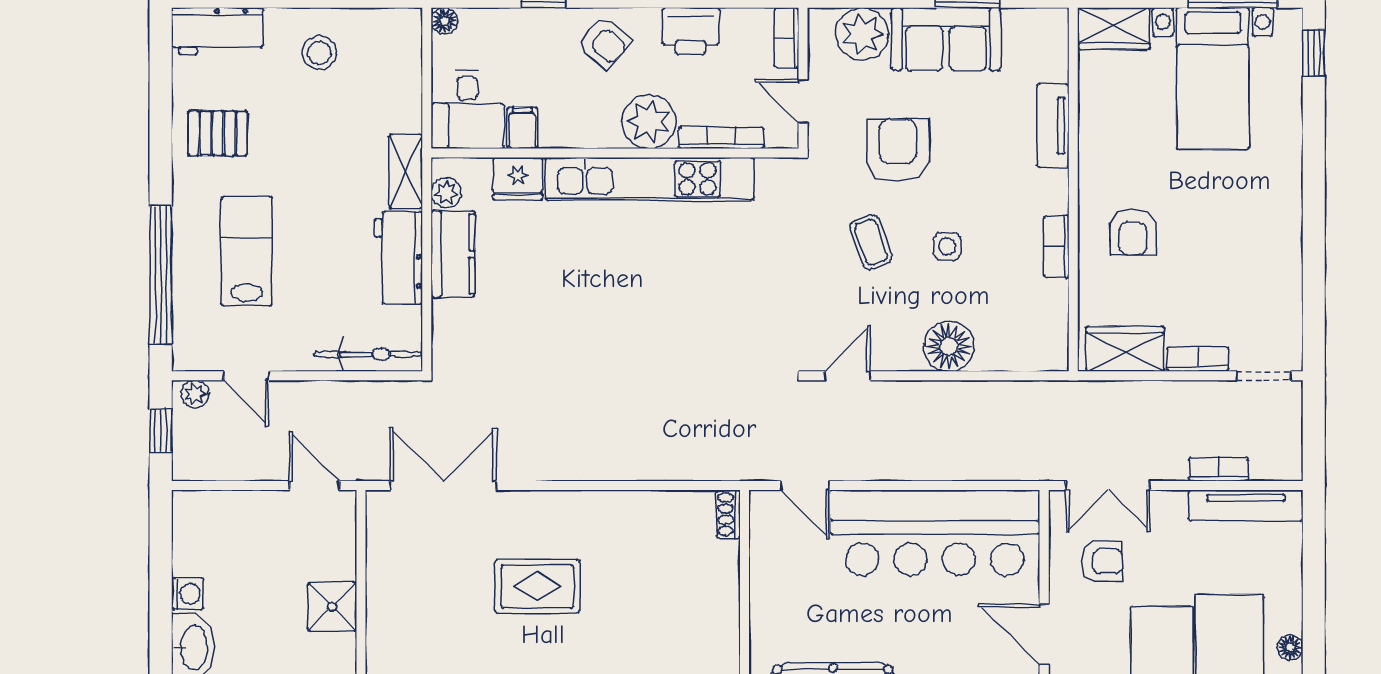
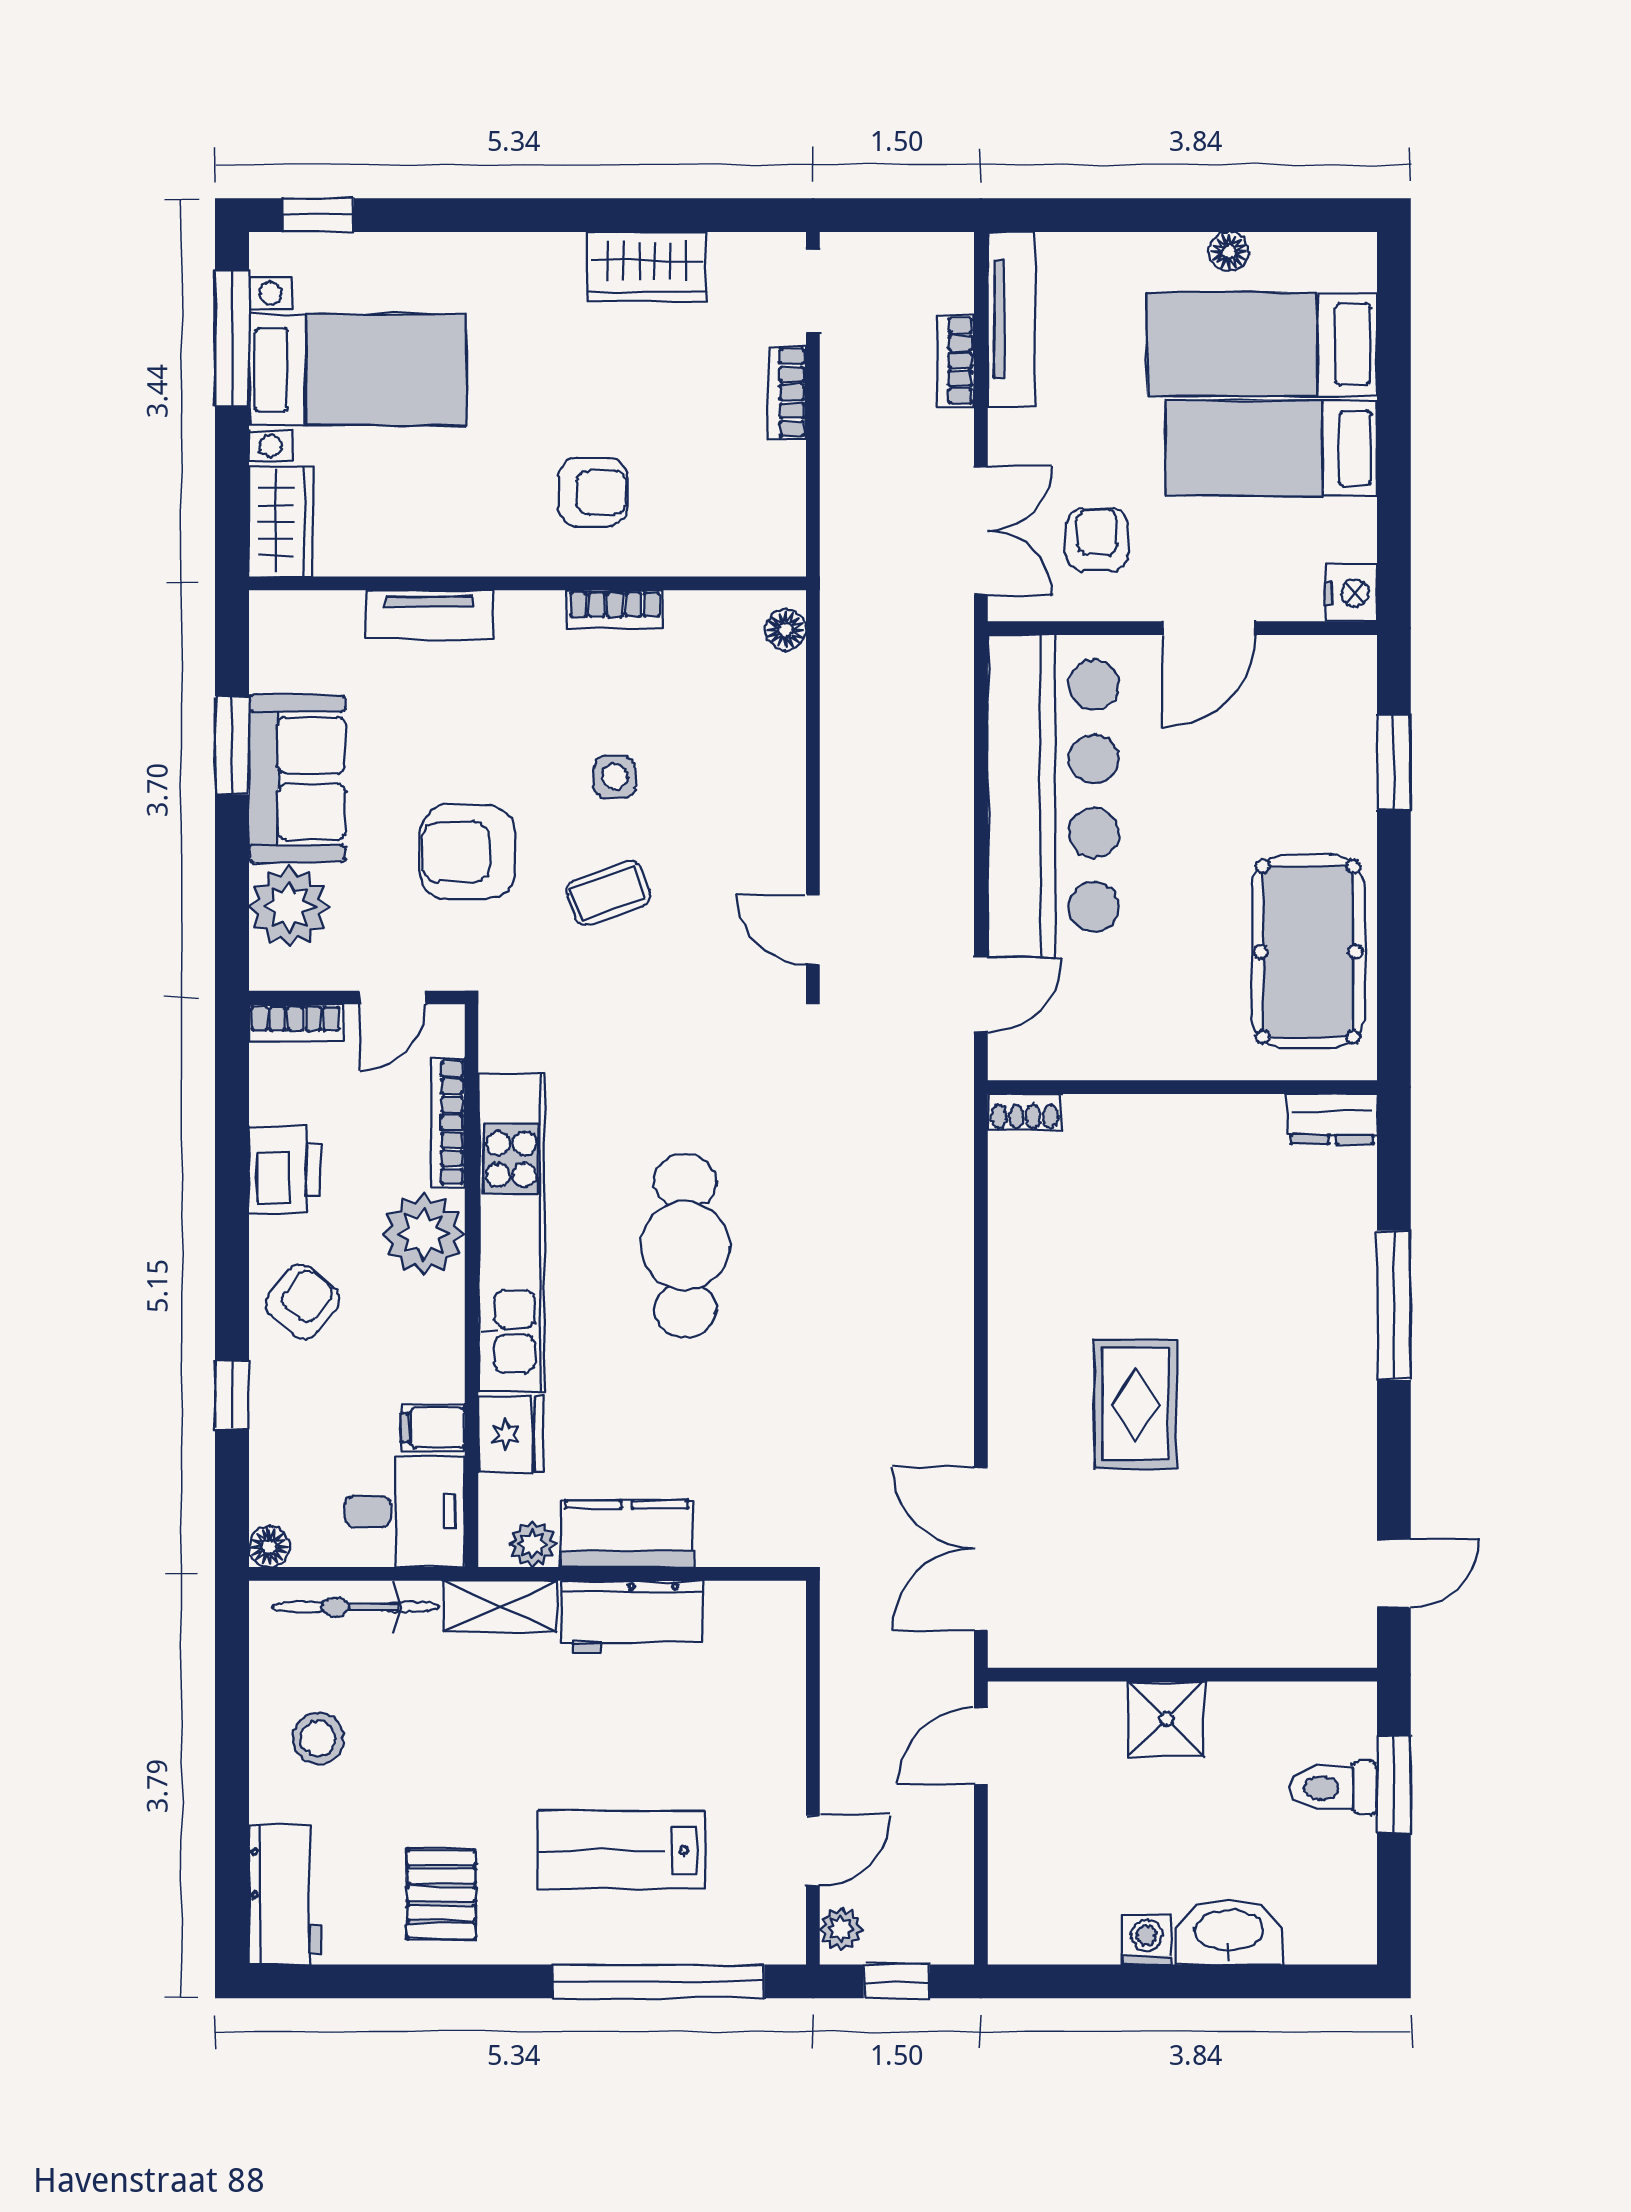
cafe table: (641, 293) -> (685, 1246), added
floor lamp: (949, 346) -> (786, 630), moved, width x0.53, depth x0.53
wardrobe: (1125, 349) -> (647, 267), moved, turned -90
bicycle: (368, 354) -> (355, 1607), moved, turned -90

